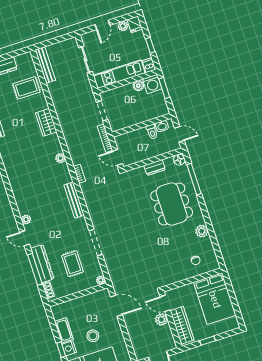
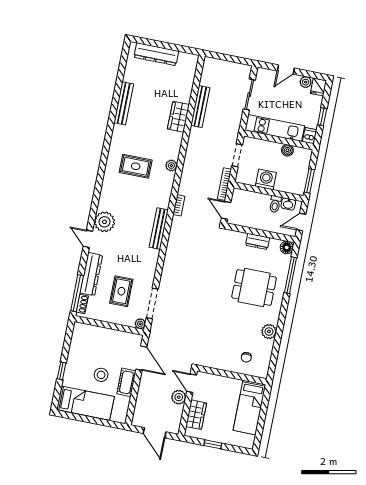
bench: (45, 65) -> (200, 106), moved
washing machine: (152, 84) -> (266, 179), moved, turned 180
rug: (26, 88) -> (136, 166), moved
window: (164, 88) -> (309, 181), moved
wardrobe: (46, 122) -> (178, 117), moved
door: (179, 134) -> (301, 222), swing flipped
plant: (60, 158) -> (171, 166), moved
dining table: (172, 204) -> (254, 287), width x0.73
plant: (26, 219) -> (104, 222), width x1.87, depth x1.87
doorway: (96, 243) -> (152, 303), moved
window: (35, 269) -> (77, 293), moved
bed: (215, 299) -> (249, 407), width x0.67
wardrobe: (182, 325) -> (196, 415), width x0.67
cot: (64, 330) -> (126, 382), moved
nightstand: (69, 348) -> (70, 374), removed

